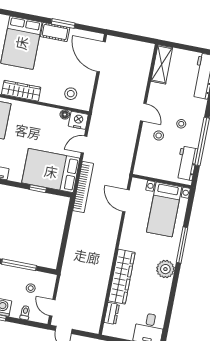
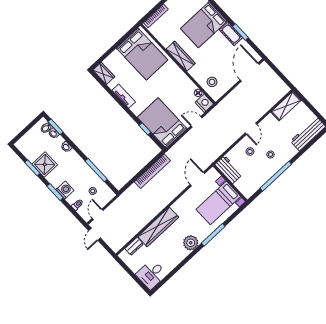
workbench: (187, 163) -> (229, 170), moved, turned 90
bookcase: (83, 187) -> (152, 171), moved

